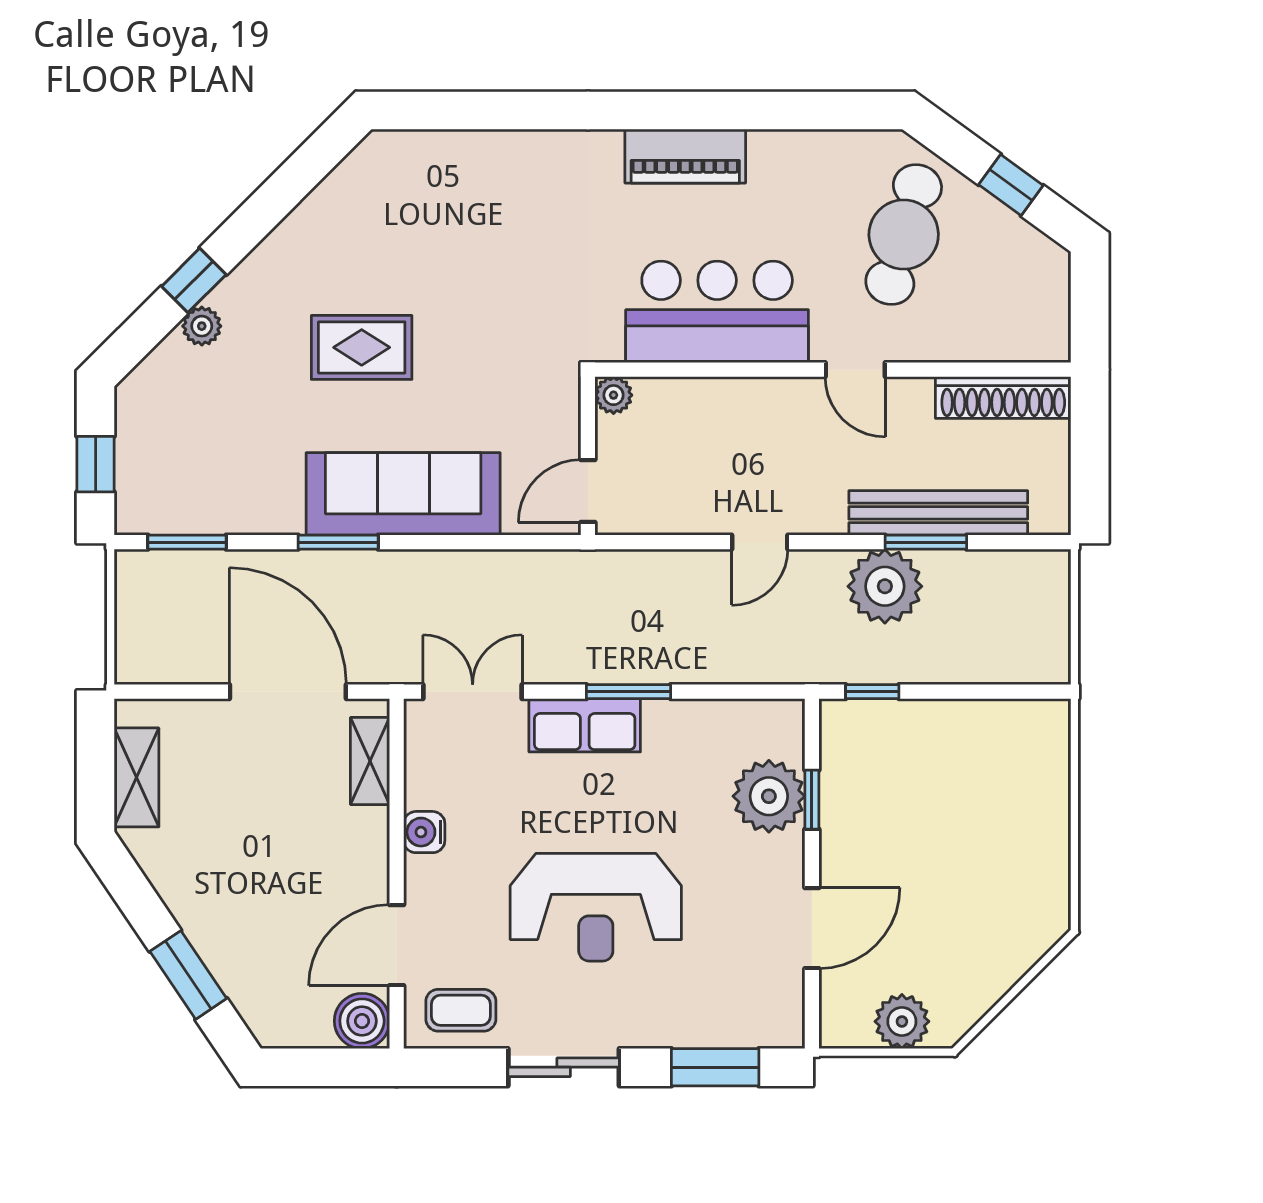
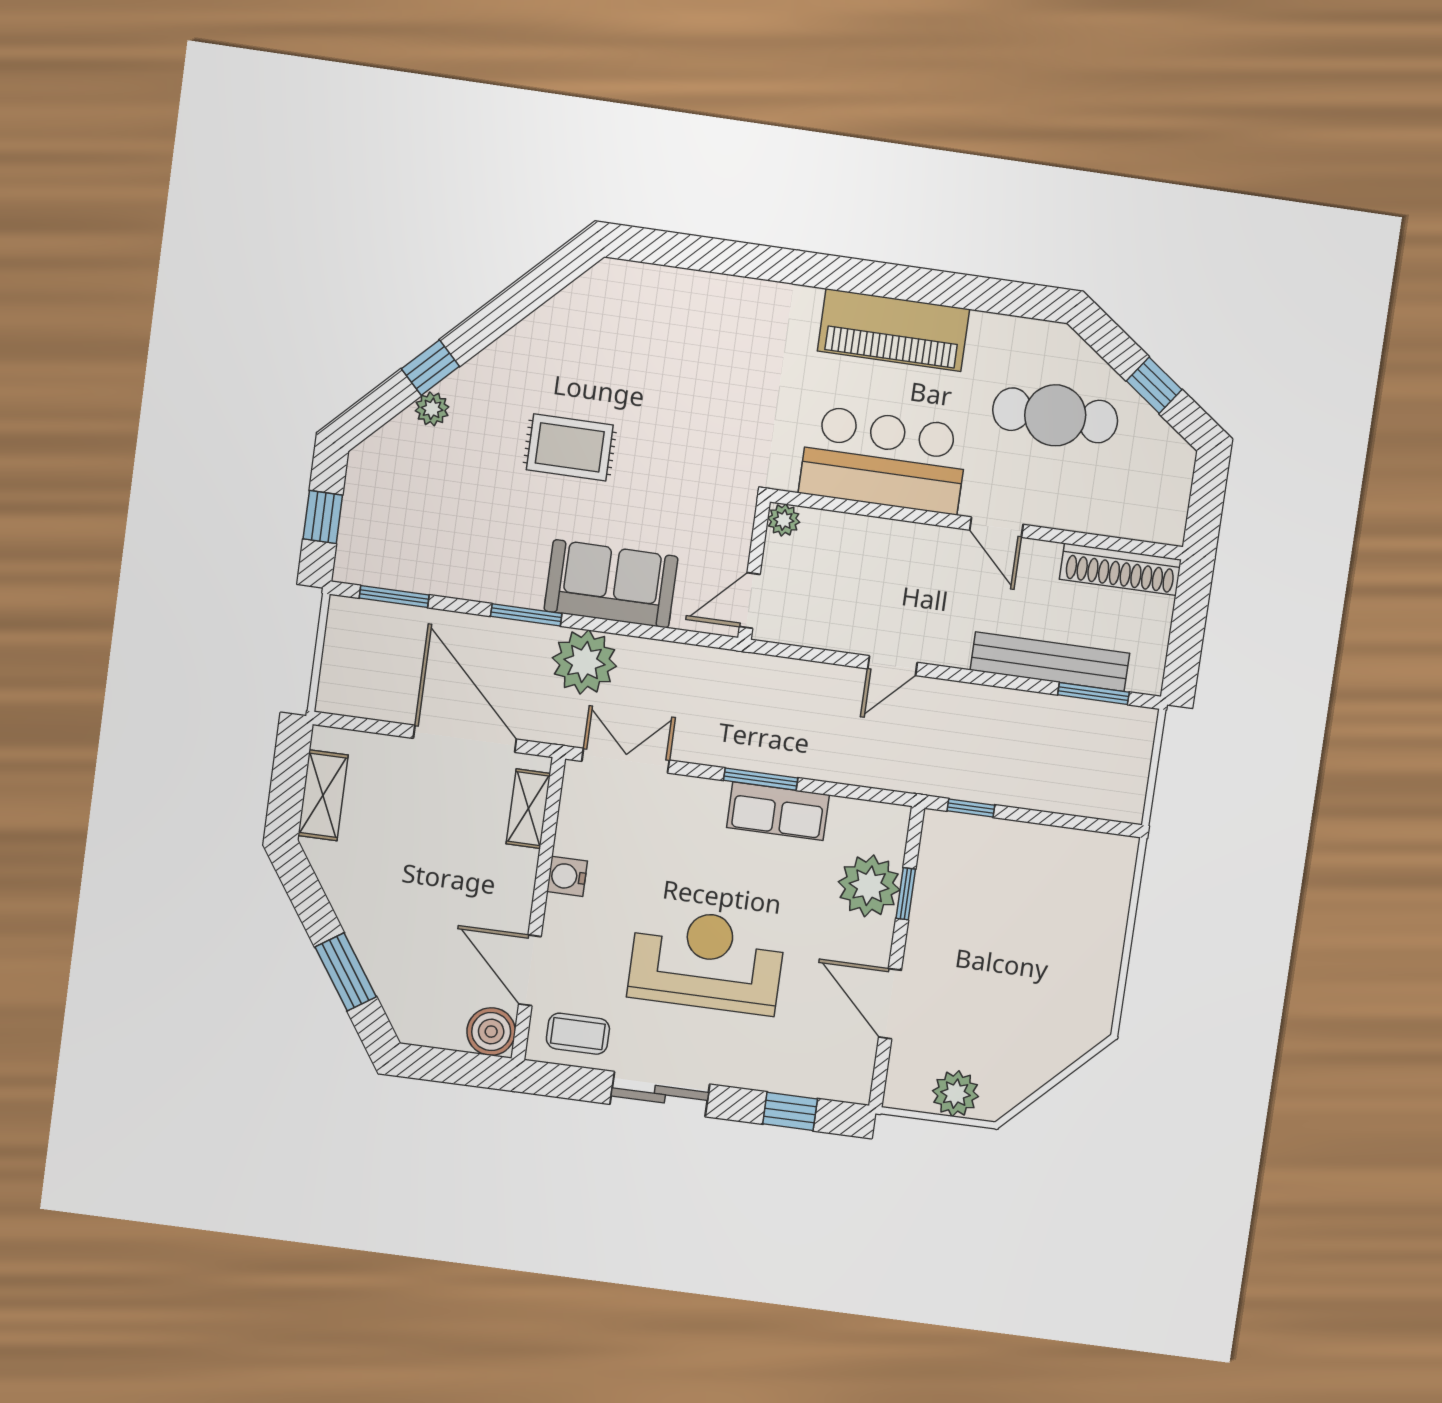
piano: (685, 156) -> (894, 330), width x1.37, depth x1.33
cafe table: (904, 235) -> (1055, 415), turned 74
sofa: (403, 494) -> (611, 584), width x0.73
window: (926, 542) -> (1093, 693), moved
plant: (885, 586) -> (584, 662), moved
row of seats: (585, 725) -> (778, 811), moved
reception desk: (596, 907) -> (707, 961), turned 180
door: (812, 928) -> (890, 1004), swing flipped
door: (397, 945) -> (530, 970), hinge flipped
window: (715, 1067) -> (790, 1111), width x0.67

